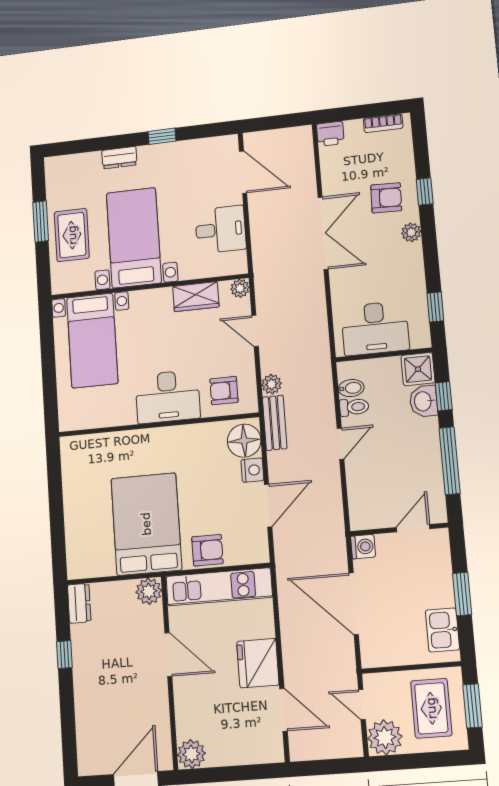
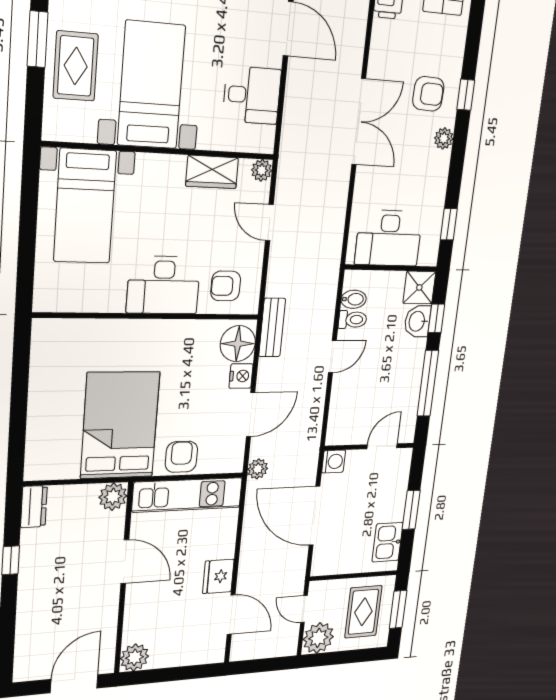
plant: (272, 384) -> (258, 469), moved
armchair: (207, 550) -> (181, 457), turned -90
fridge: (258, 663) -> (218, 576), width x0.73, depth x0.75

